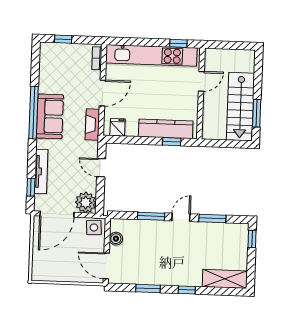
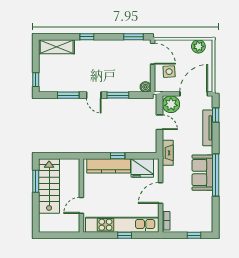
window: (178, 43) -> (125, 235), moved
fireplace: (92, 125) -> (168, 153), moved
fridge: (118, 127) -> (142, 168), width x1.88, depth x1.34
window: (172, 142) -> (118, 156), moved
door: (101, 168) -> (160, 122), moved
door: (181, 217) -> (94, 95), hinge flipped
side table: (94, 227) -> (169, 72), moved
boiler: (116, 239) -> (145, 87), moved
plant: (49, 273) -> (198, 46), added
window: (148, 289) -> (134, 37), moved

